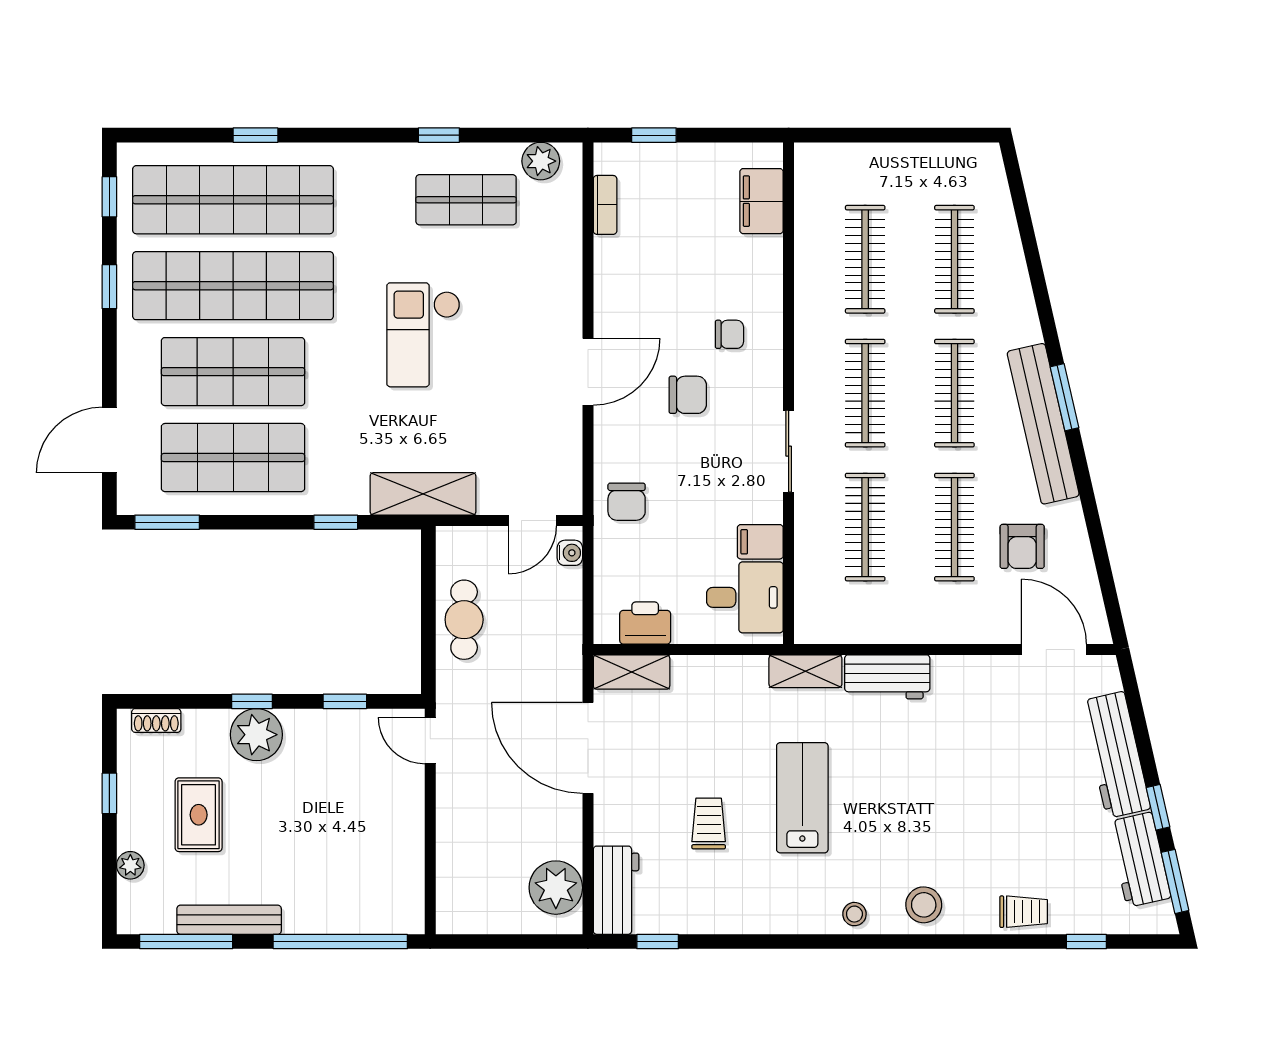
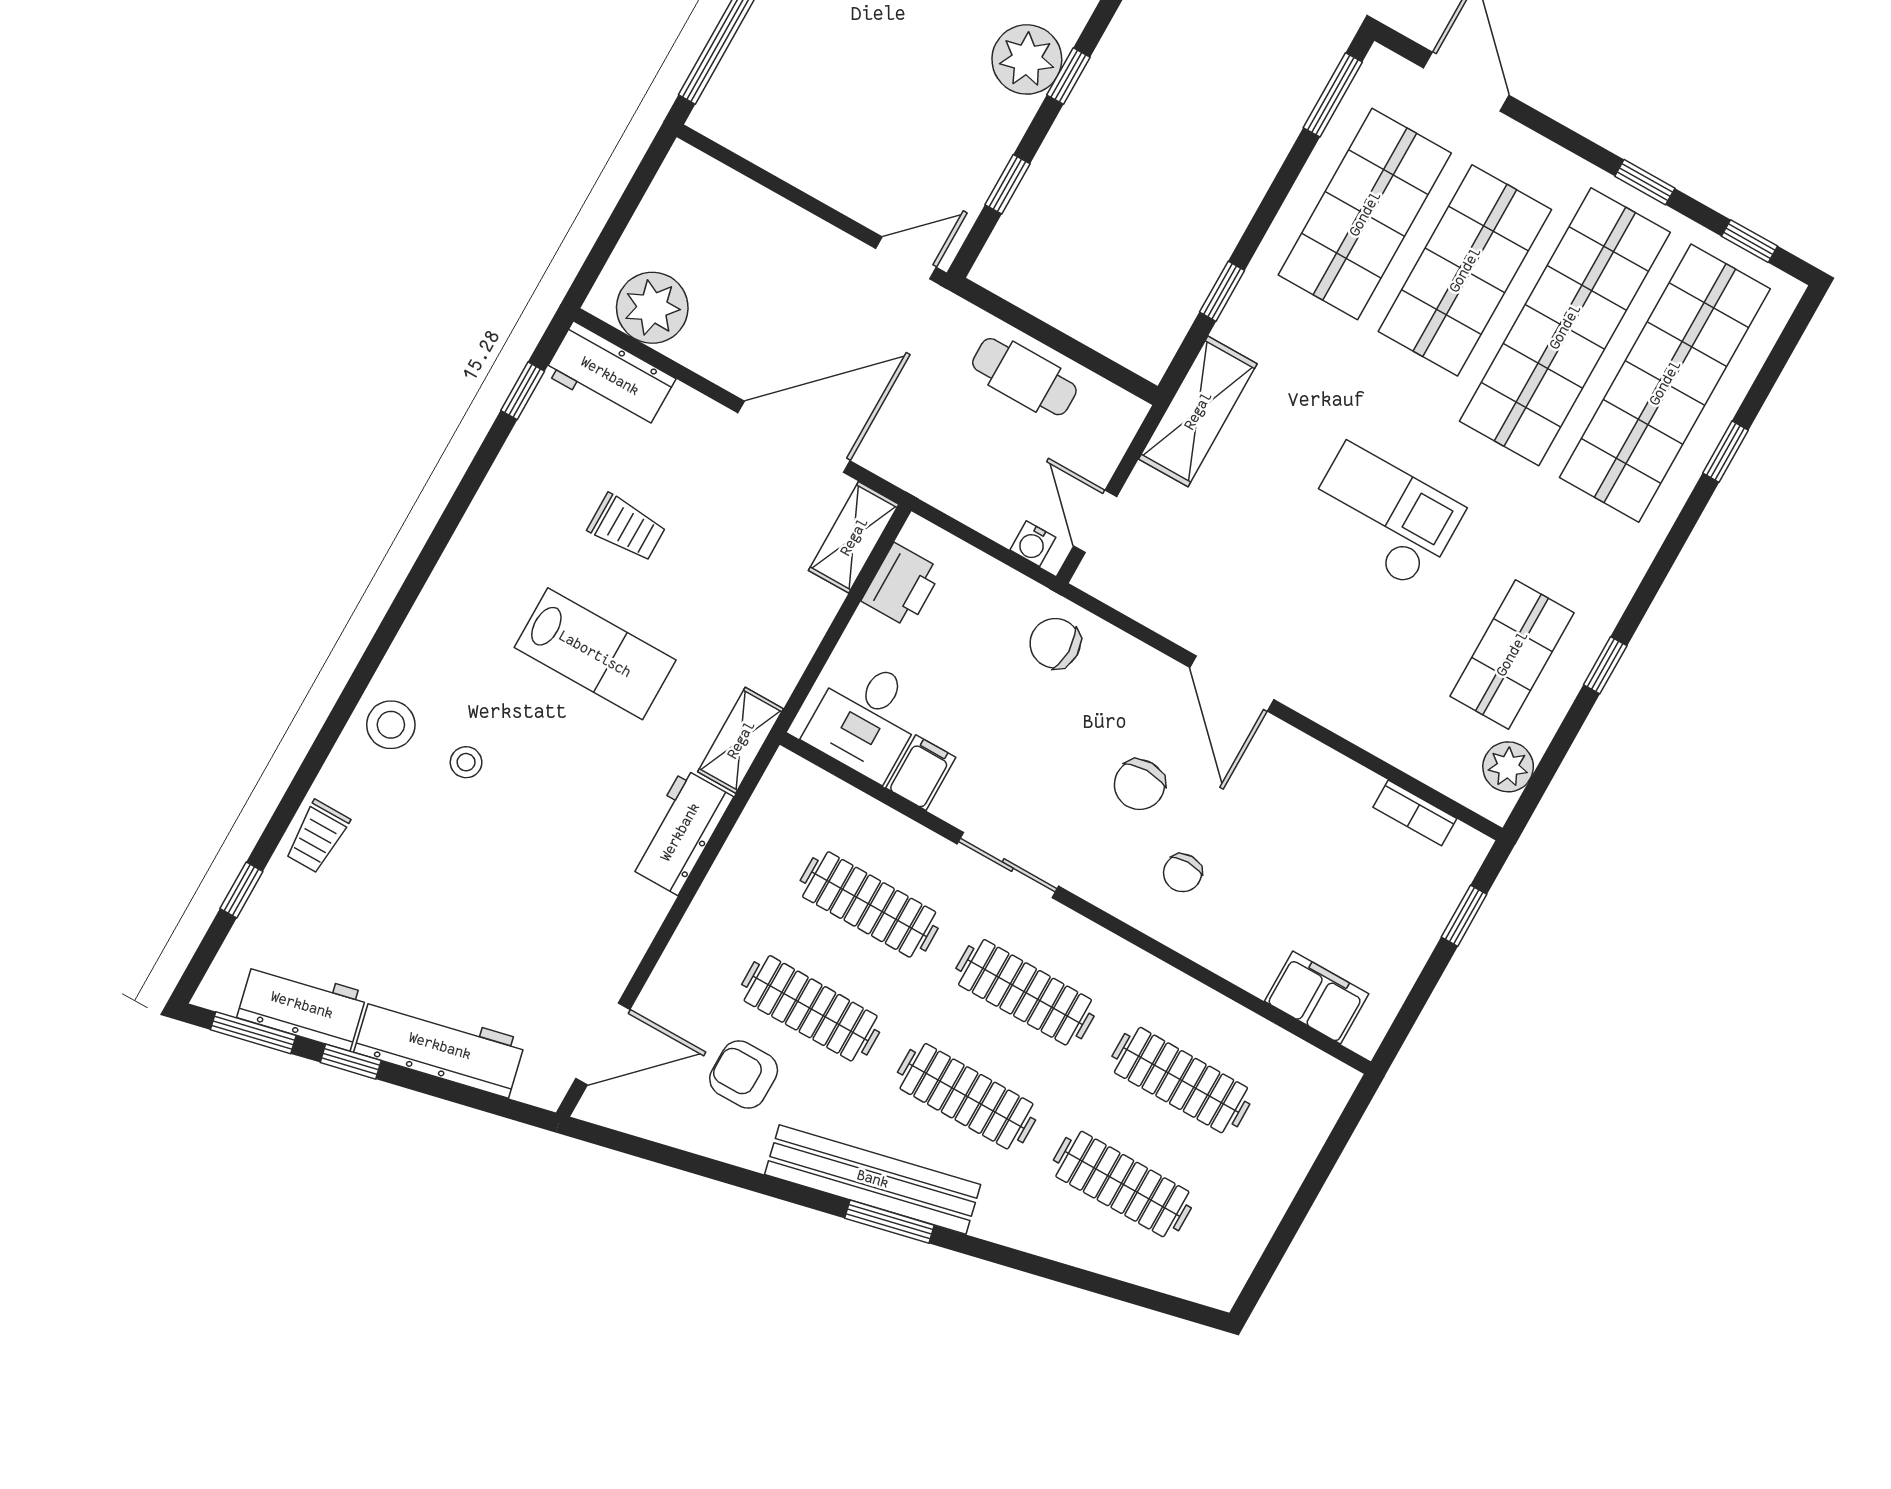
stool: (854, 914) -> (466, 762), moved

